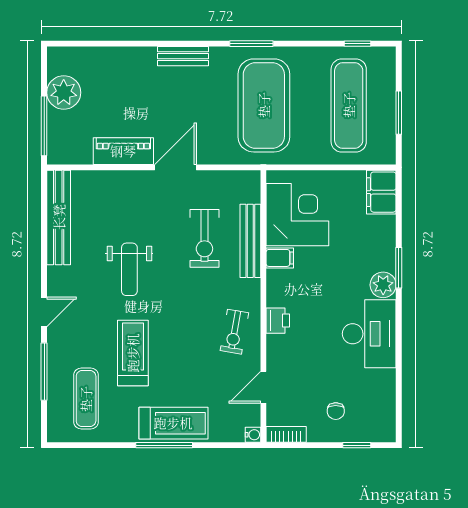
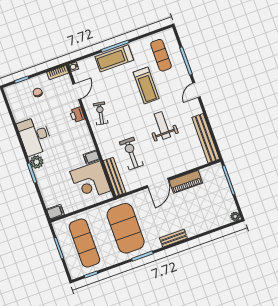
plant: (64, 93) -> (235, 216), moved, width x0.53, depth x0.53
filing cabinet: (381, 192) -> (55, 212), width x0.50
bench: (250, 241) -> (115, 177), moved
printer: (278, 321) -> (77, 115), moved

